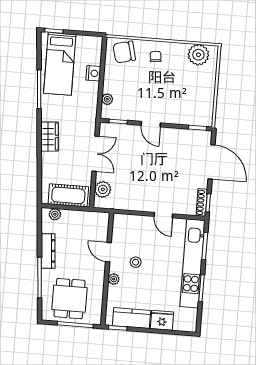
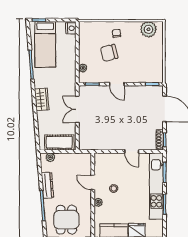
chair: (124, 52) -> (109, 53), moved
nightstand: (93, 73) -> (71, 28), moved
double door: (96, 154) -> (77, 110), swing flipped
plant: (103, 189) -> (85, 136), removed

